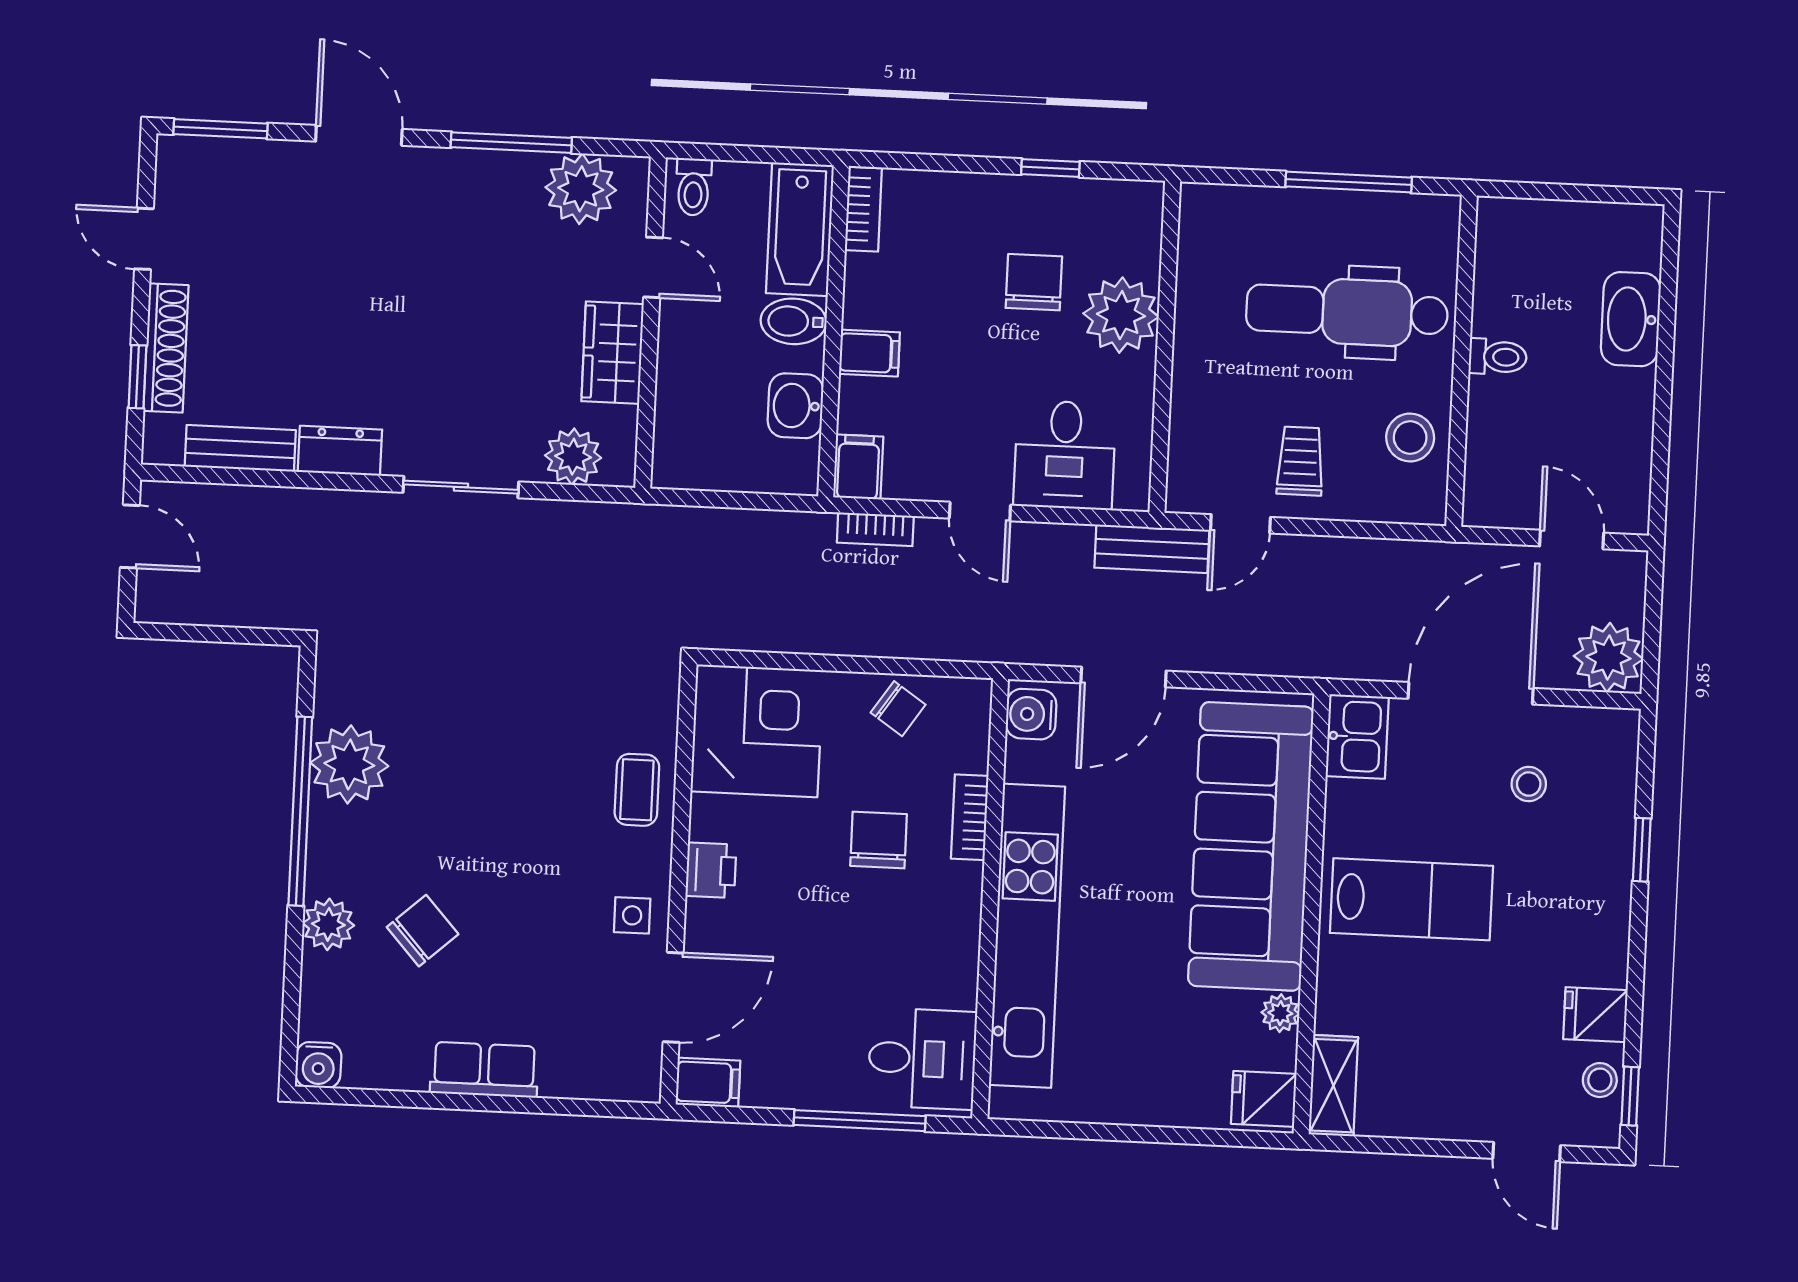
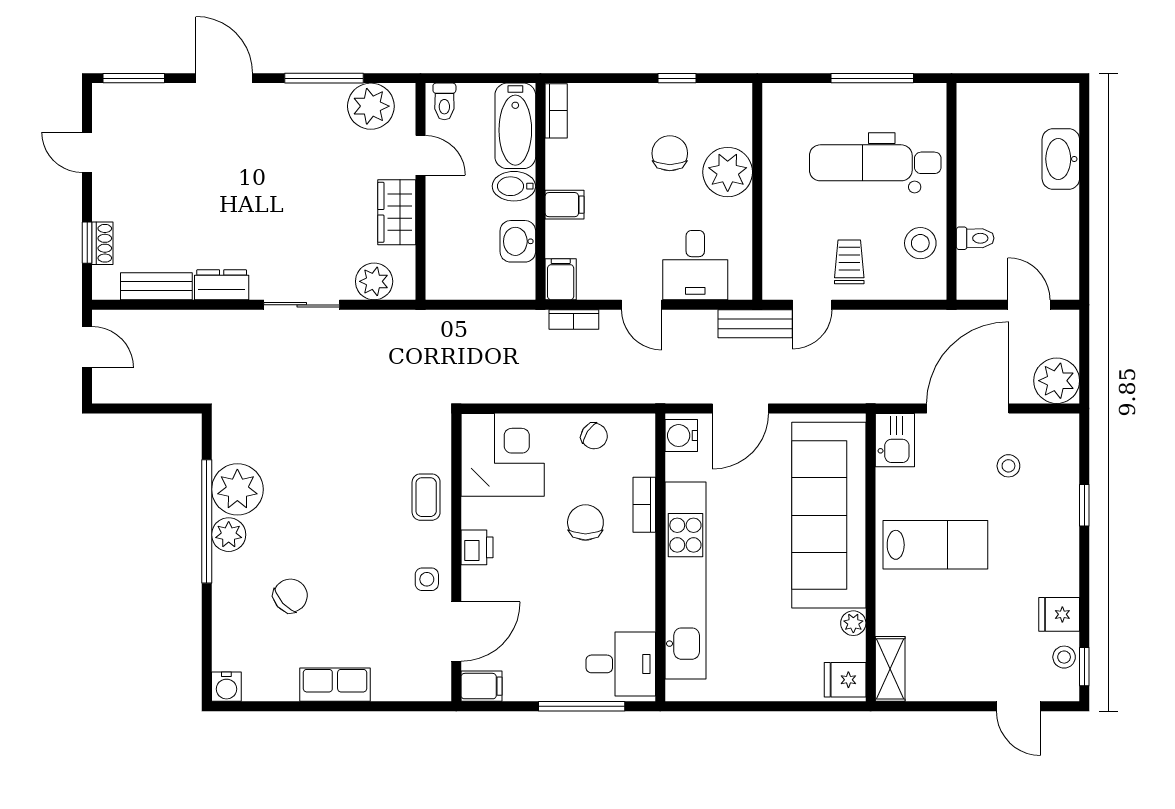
shoe rack: (166, 348) -> (102, 243), width x0.51, depth x0.81
toilet: (1498, 357) -> (975, 238), moved
plant: (328, 924) -> (229, 535), moved

